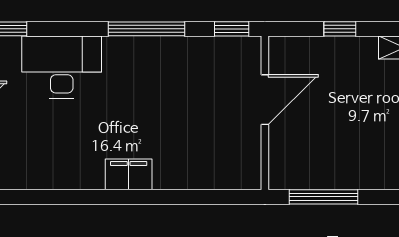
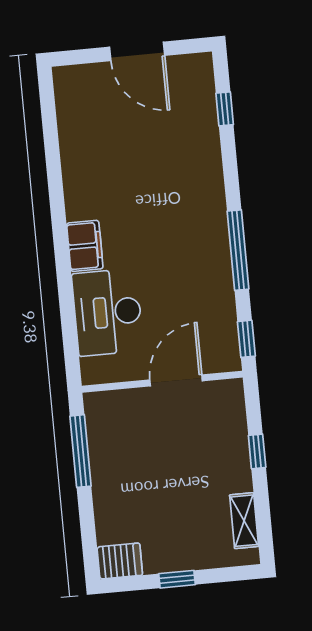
desk: (62, 67) -> (108, 312), moved, turned 180
door: (265, 100) -> (176, 380), swing flipped

